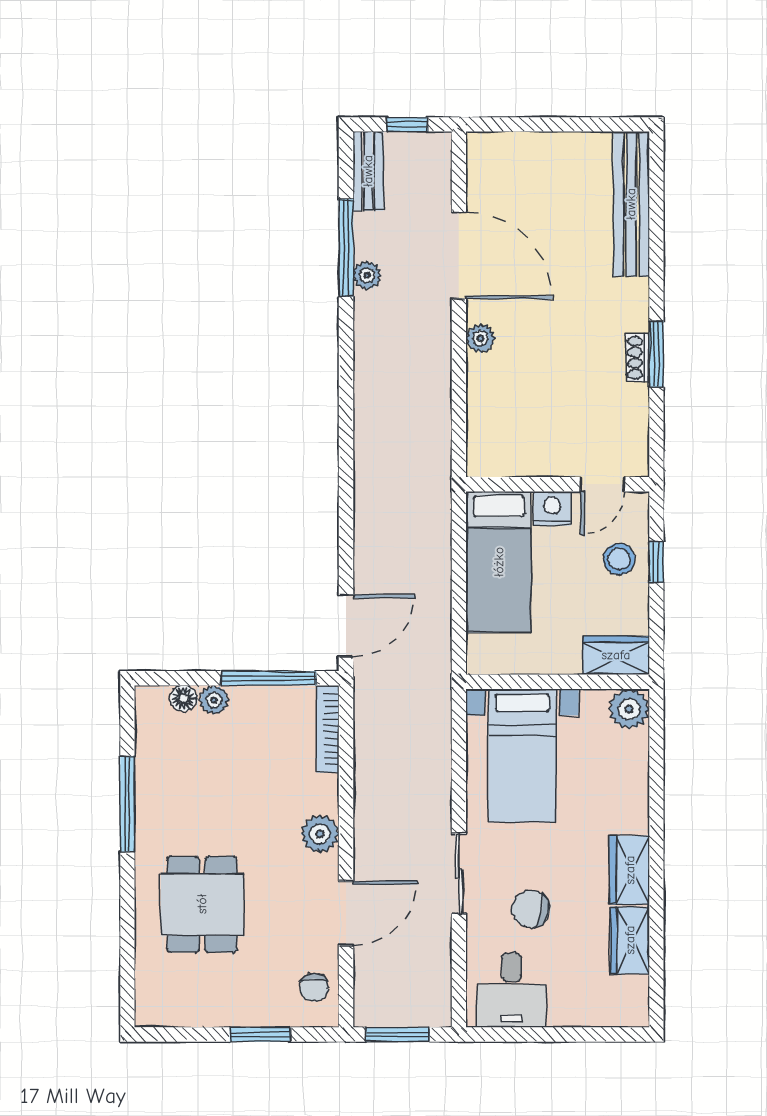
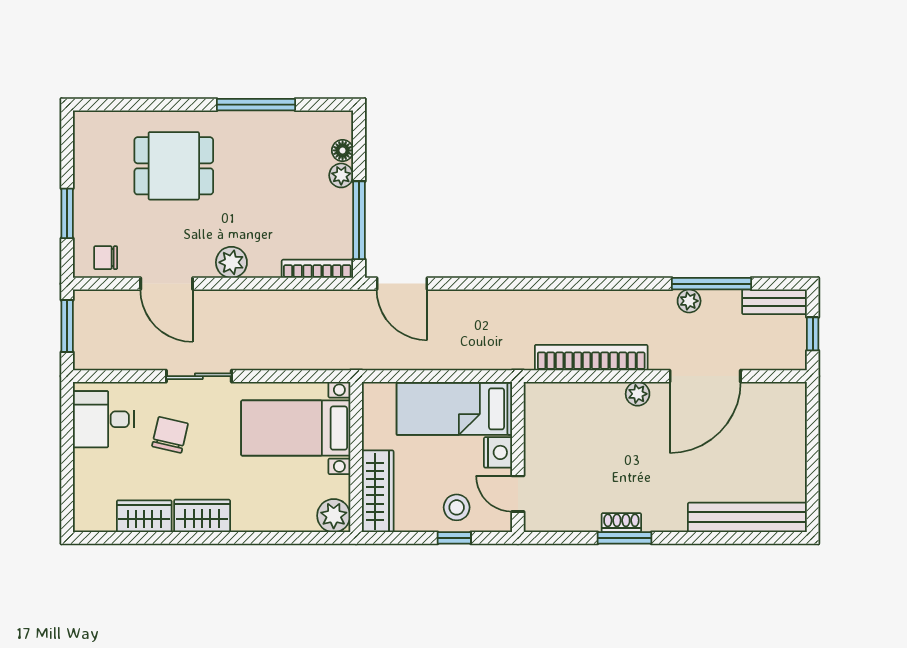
bookcase: (436, 395) -> (591, 358), added
wardrobe: (616, 655) -> (378, 491), width x1.50

